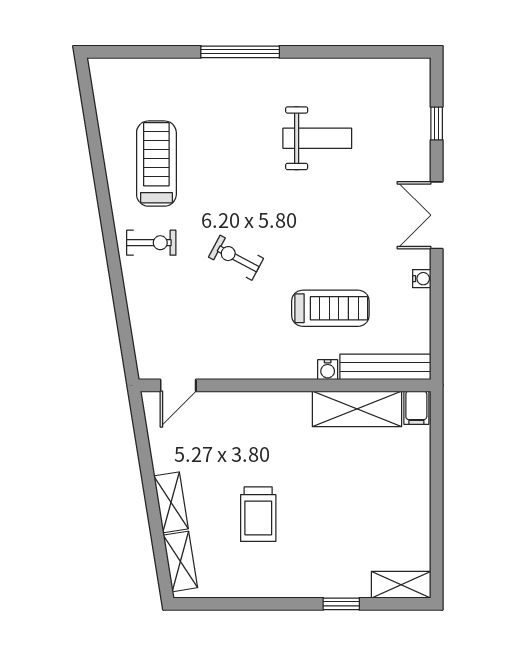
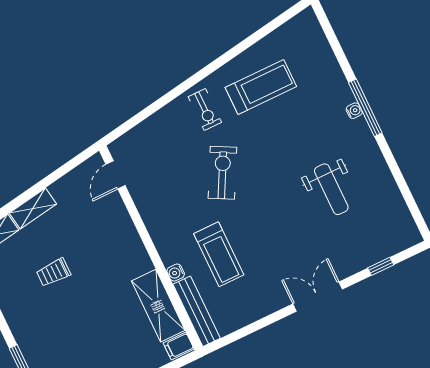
exercise bike: (236, 258) -> (222, 173), width x1.38, depth x1.39
water cooler: (422, 279) -> (354, 111), moved, turned -90
door: (178, 385) -> (116, 175), hinge flipped
trolley: (258, 514) -> (53, 272), width x0.73, depth x0.72

